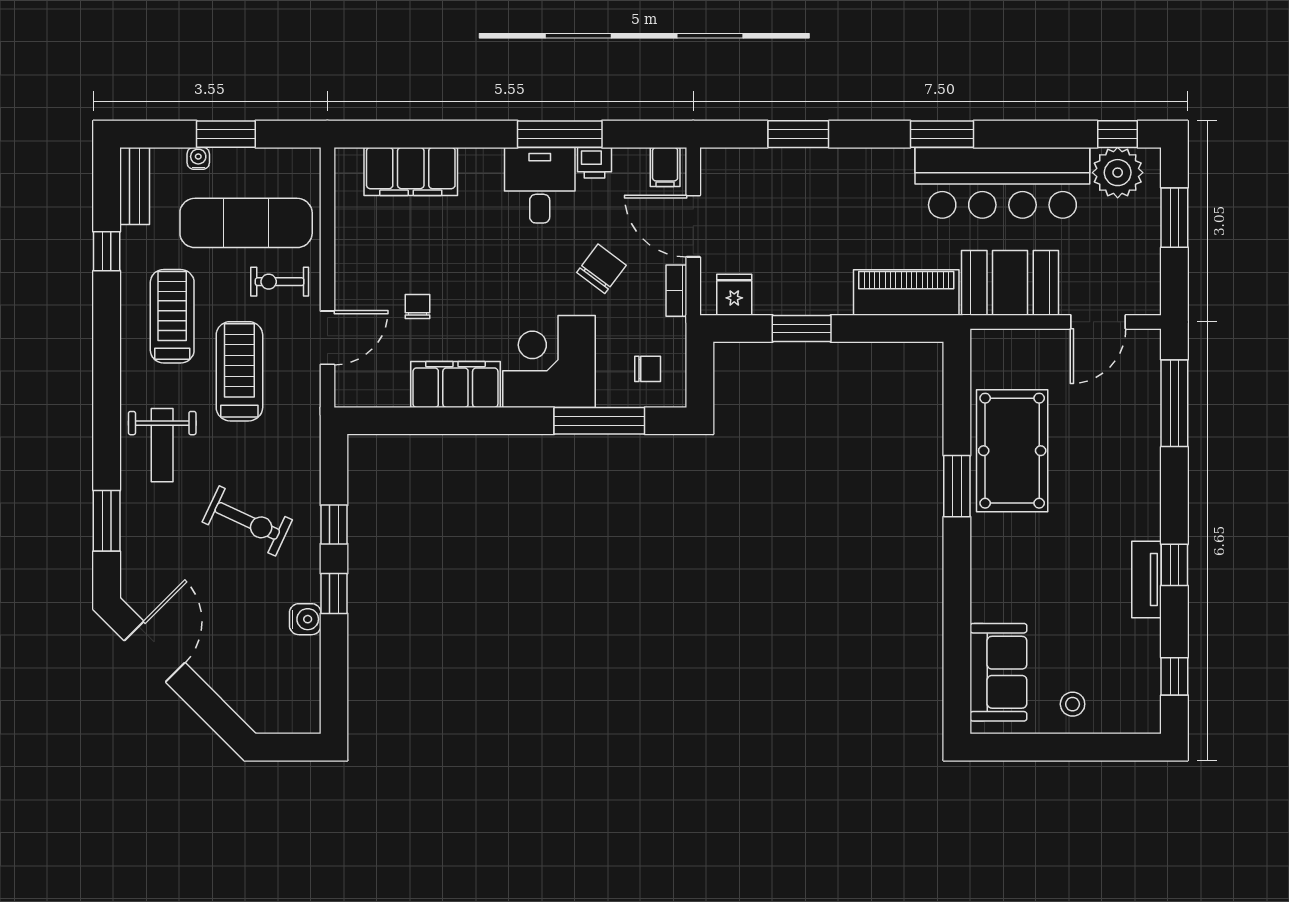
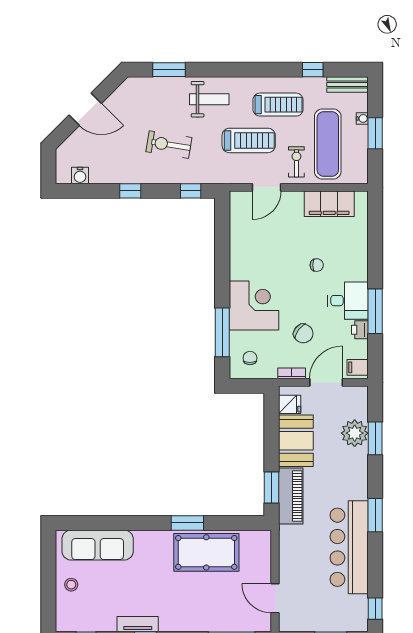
filing cabinet: (411, 171) -> (329, 204), moved, turned -90
plant: (1118, 173) -> (355, 433), moved
booth: (1010, 283) -> (296, 441), moved
chair: (418, 307) -> (317, 265), moved
window: (802, 329) -> (271, 488), moved
door: (327, 338) -> (267, 187), hinge flipped
chair: (648, 369) -> (250, 358), turned 180
filing cabinet: (455, 384) -> (242, 256), removed
weight bench: (162, 445) -> (209, 99), turned 180
exercise bike: (247, 521) -> (169, 145), turned 74
window: (334, 525) -> (191, 191), moved
water cooler: (305, 619) -> (80, 175), moved
door: (155, 652) -> (85, 109), moved
sofa: (998, 672) -> (98, 545), width x1.36

